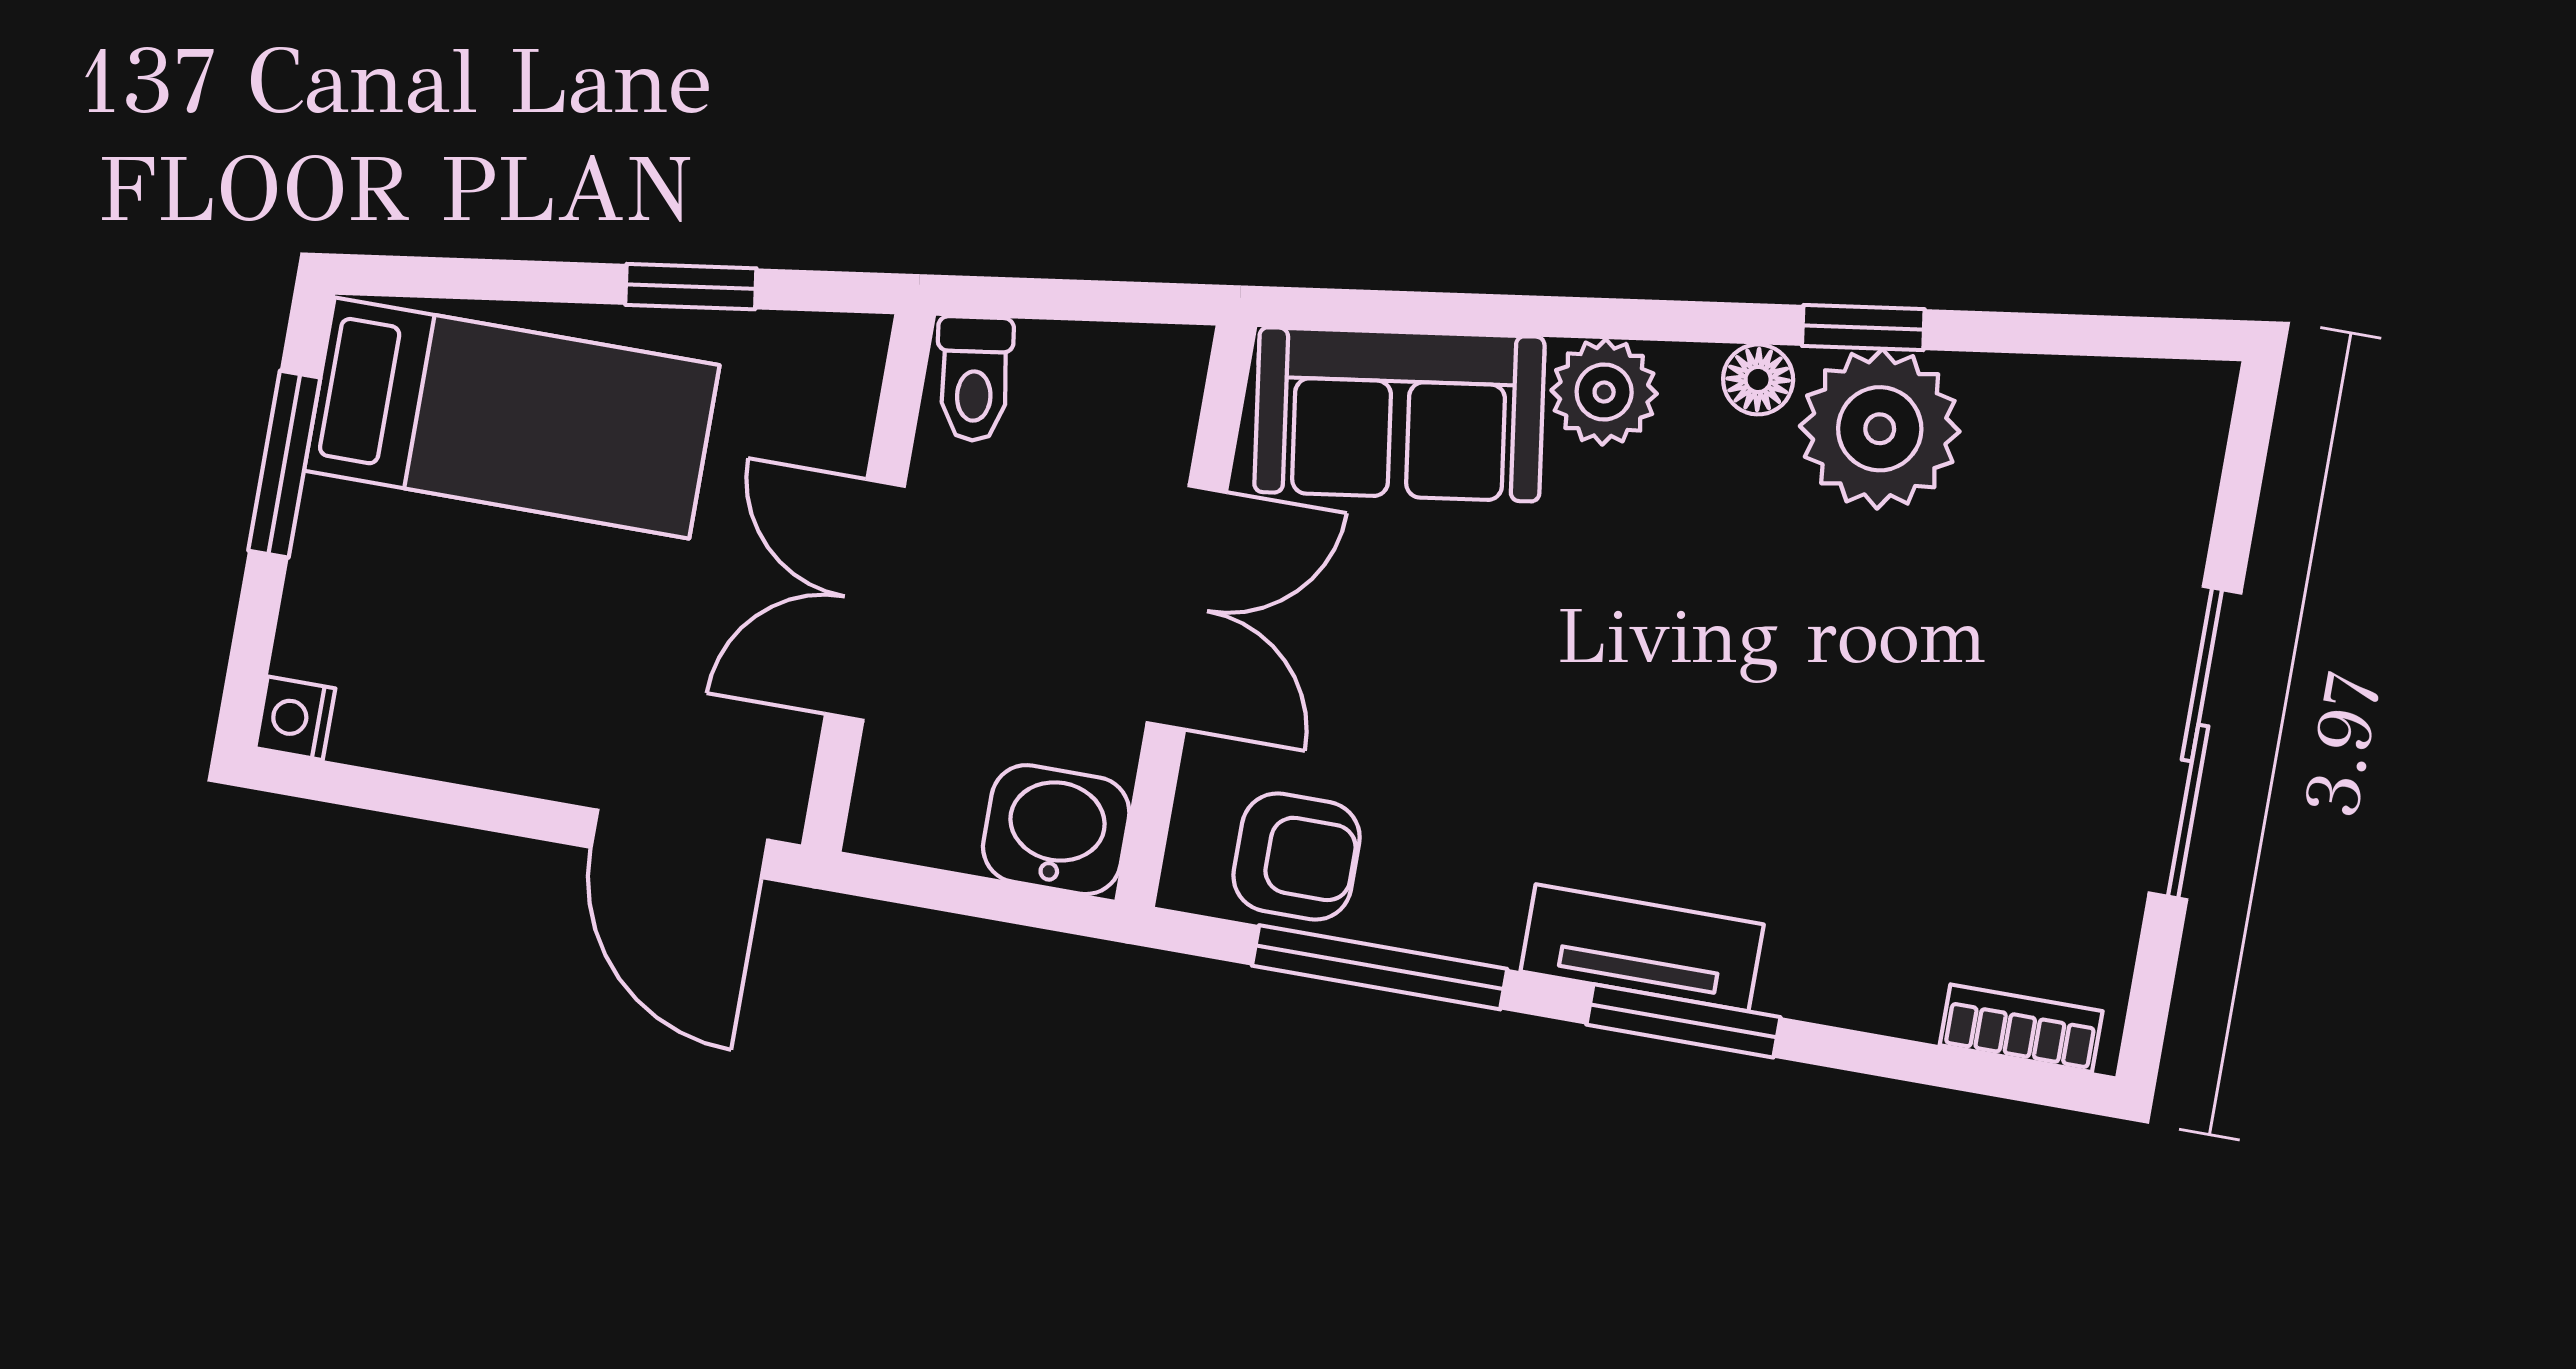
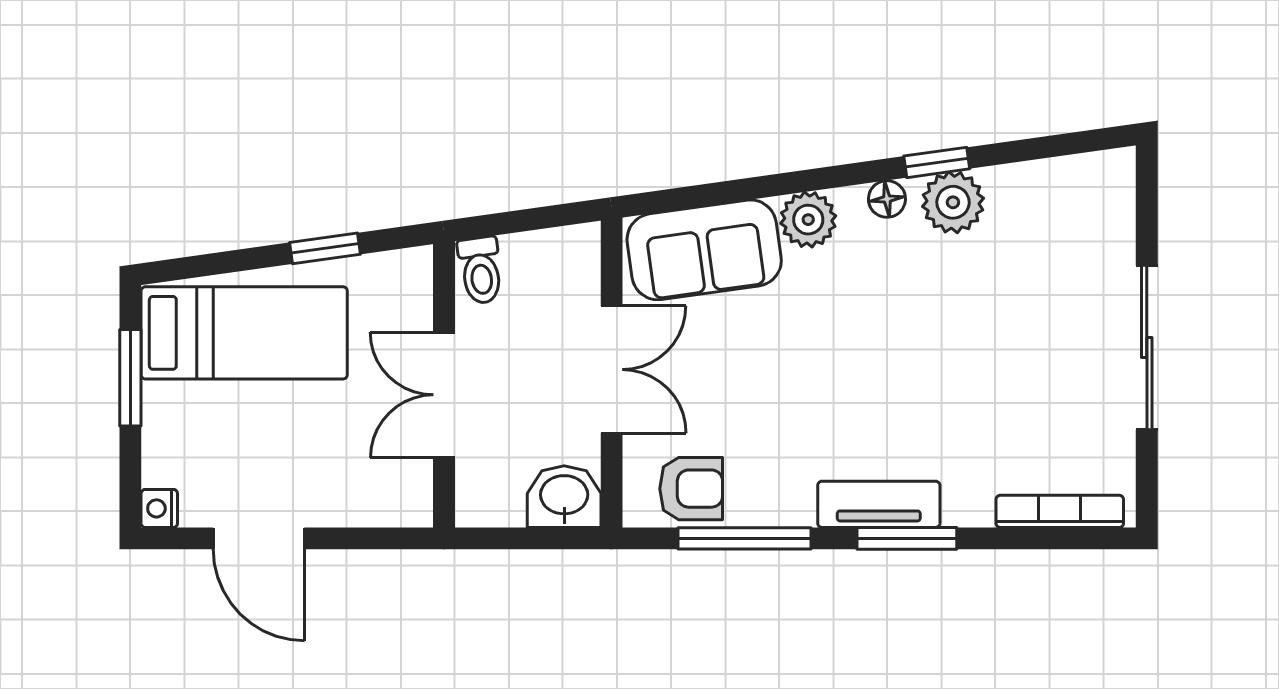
plant: (1880, 429) -> (953, 202), width x0.73, depth x0.73
door: (679, 844) -> (259, 538), moved
bookcase: (2021, 1028) -> (1060, 511), width x1.56

